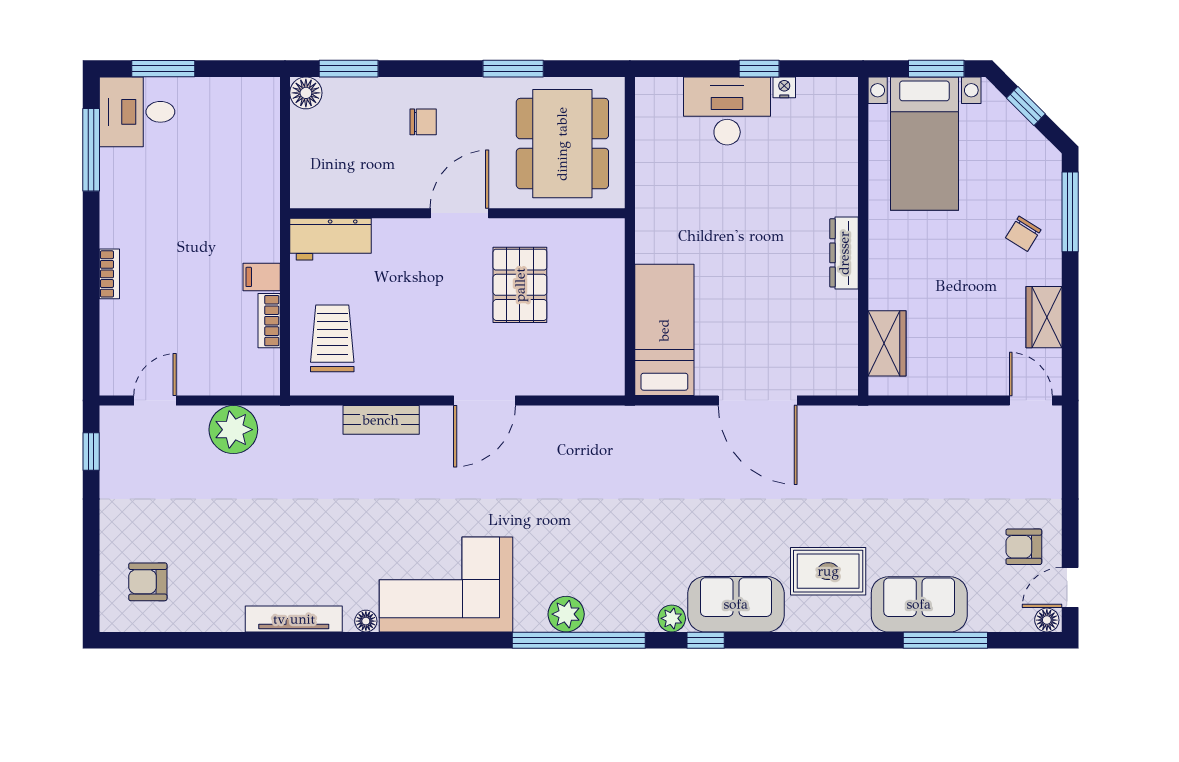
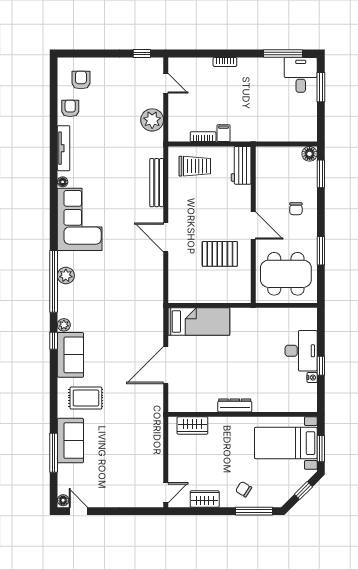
bench: (381, 420) -> (157, 183), width x1.36
armchair: (1024, 547) -> (70, 108), moved
rug: (828, 571) -> (86, 398), turned 90

